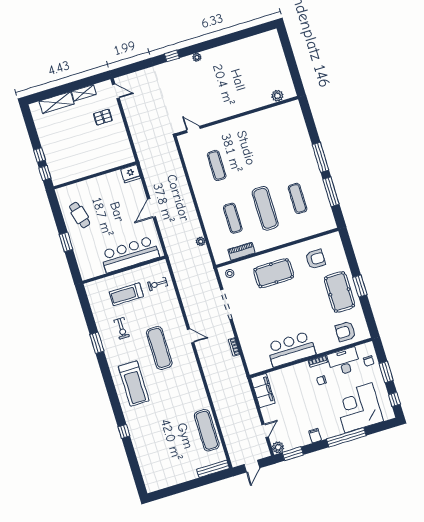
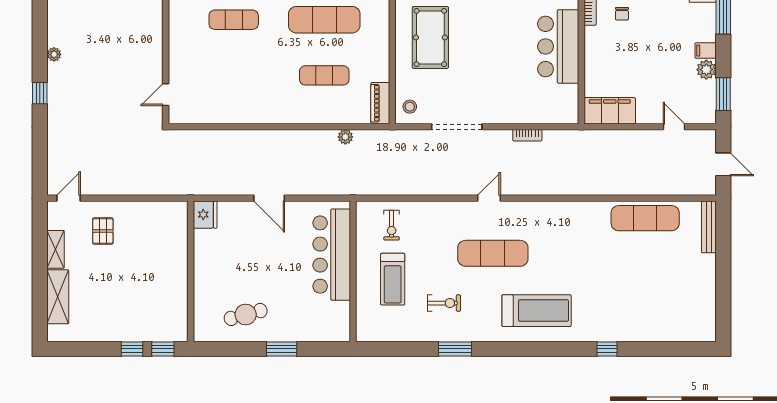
exercise mat: (217, 165) -> (234, 20), moved
piano: (241, 251) -> (380, 103), moved
plant: (278, 447) -> (706, 70), moved

